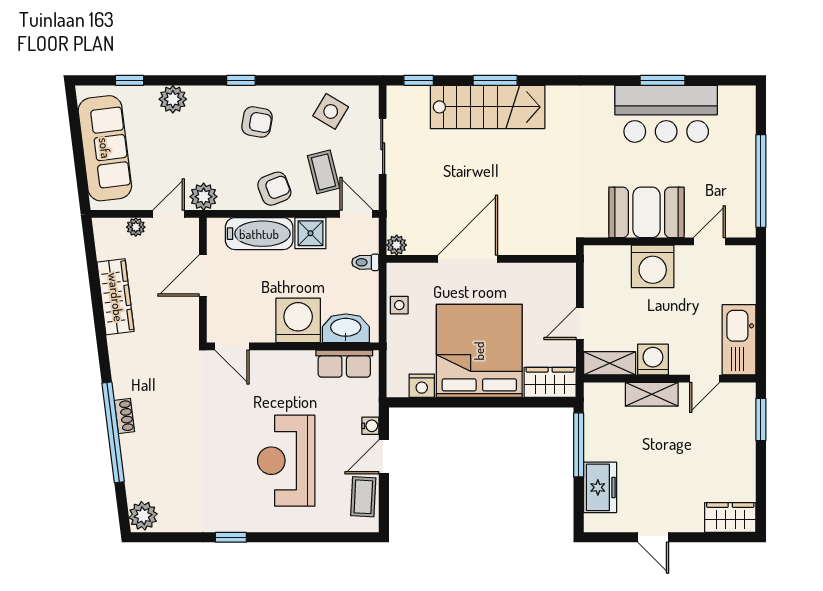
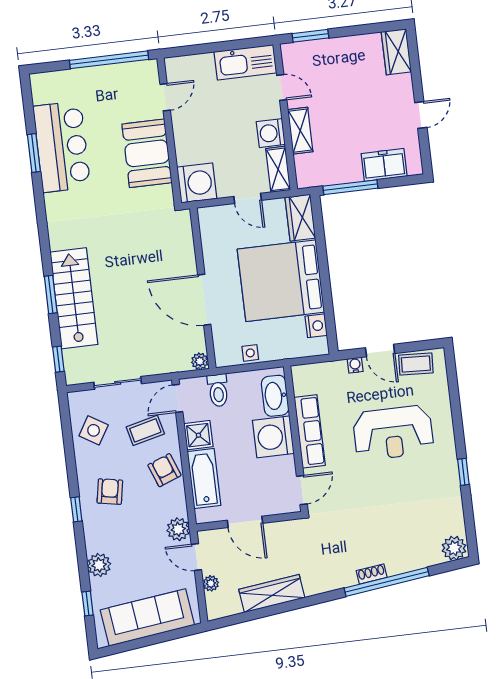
door: (709, 241) -> (165, 97), swing flipped
toilet: (365, 262) -> (218, 390), width x1.37, depth x1.39
washing machine: (653, 266) -> (197, 183), moved
row of seats: (344, 364) -> (310, 431), moved, width x1.48

